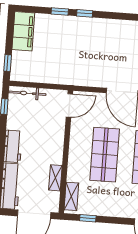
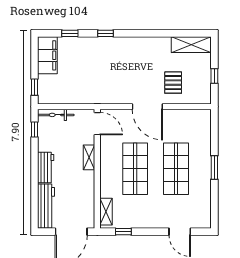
window: (60, 11) -> (70, 33), moved
door: (69, 105) -> (97, 124), hinge flipped
shelving: (55, 178) -> (89, 157), moved

